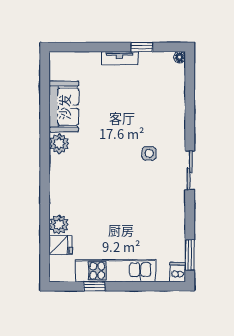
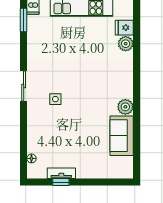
floor lamp: (180, 57) -> (31, 158), moved
tv unit: (120, 58) -> (61, 173), moved

